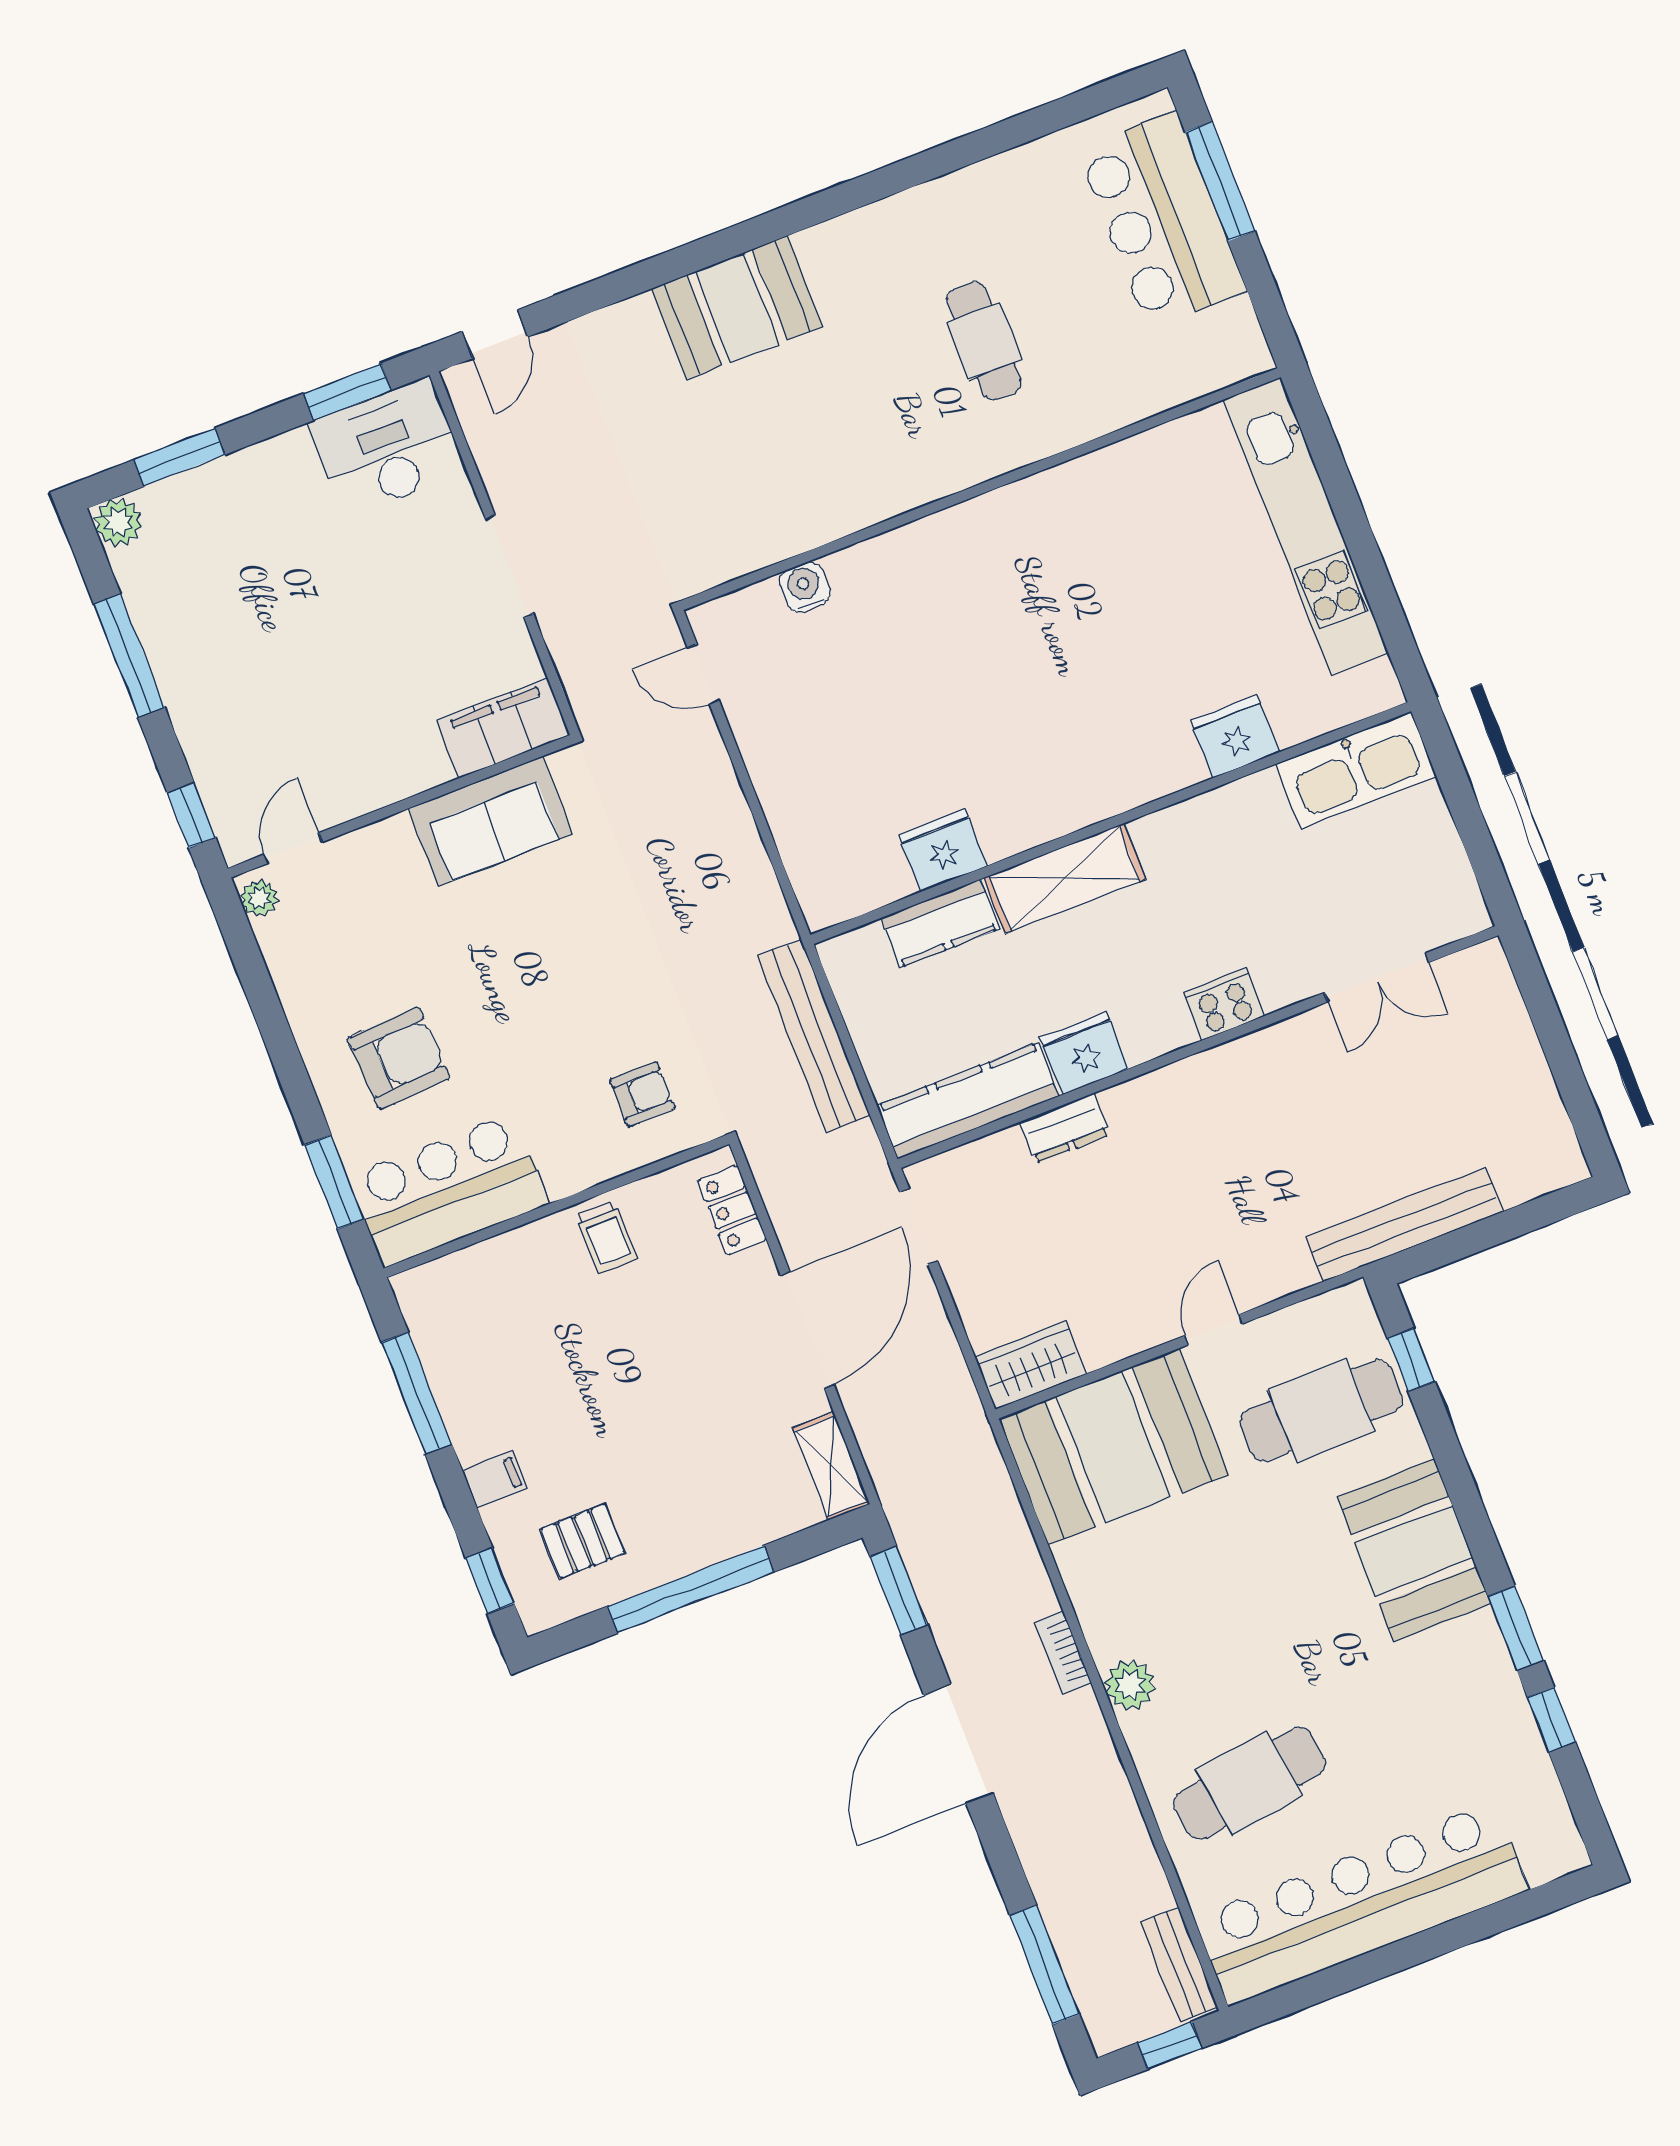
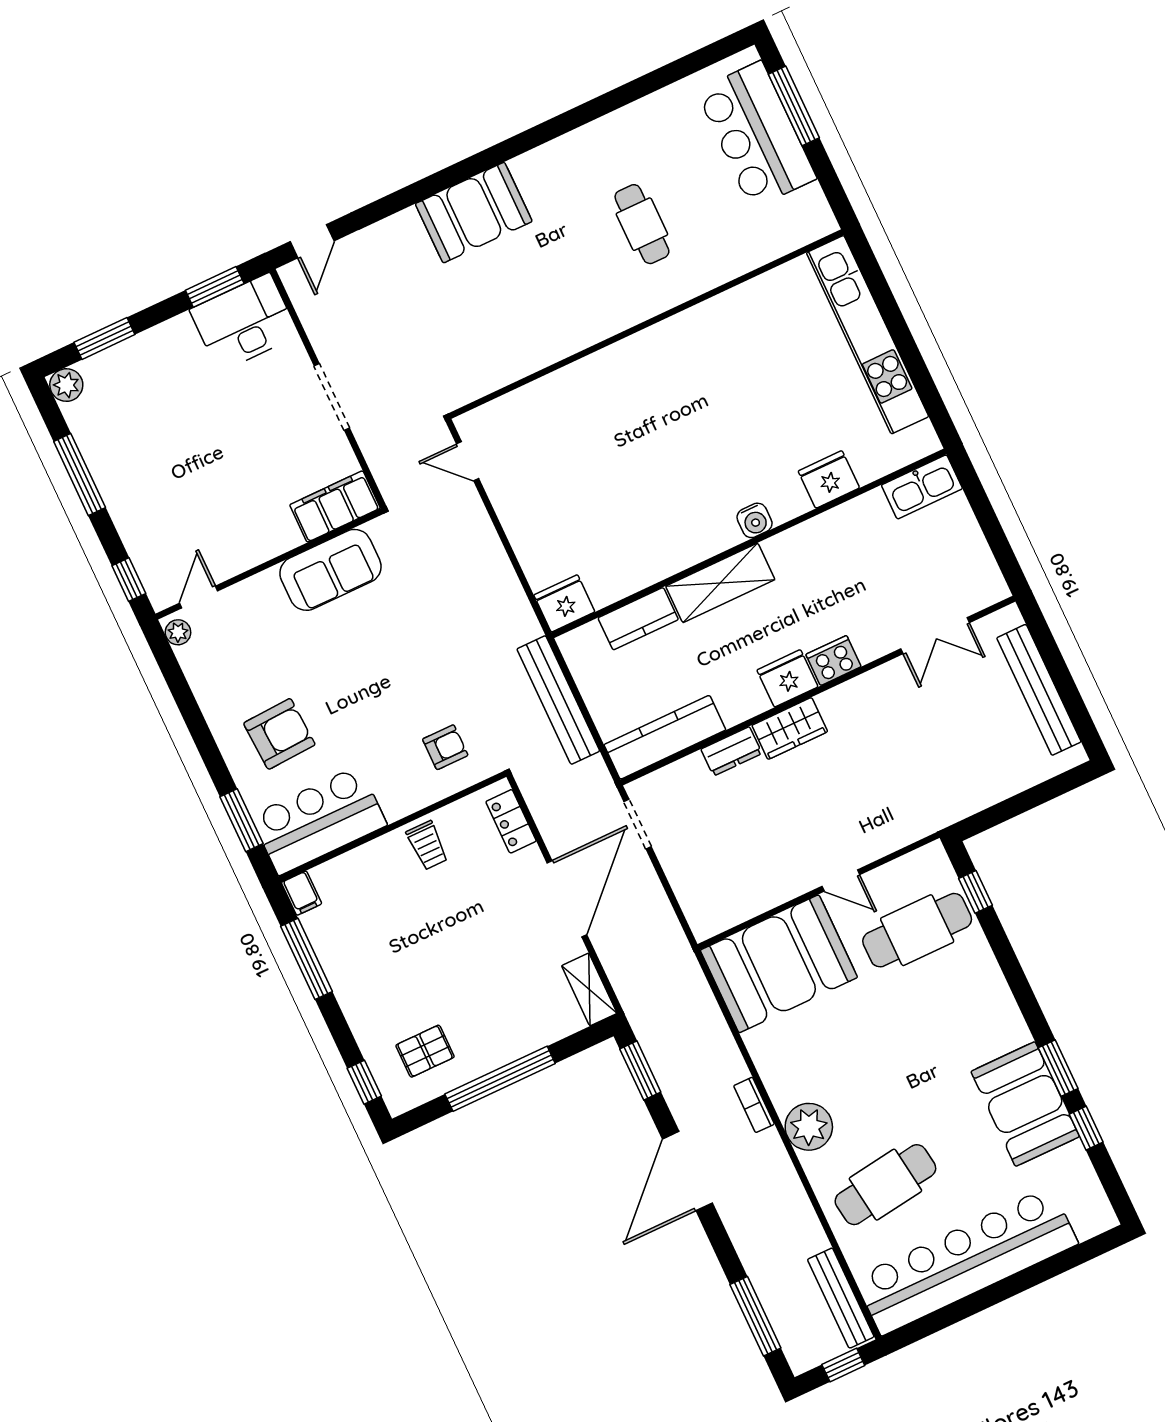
water cooler: (805, 587) -> (755, 520), moved, turned 180
kitchen sink: (1356, 770) -> (922, 487), width x0.73, depth x0.81
fridge: (943, 850) -> (564, 603), moved
fridge: (1084, 1053) -> (787, 678), moved
bench: (1405, 1224) -> (1039, 690), moved, turned 90
door: (1213, 1330) -> (841, 880), swing flipped
wardrobe: (1030, 1366) -> (790, 728), moved, turned 180
filing cabinet: (495, 1479) -> (302, 893), moved, turned 90
booth: (1414, 1550) -> (1025, 1104), moved
plant: (1130, 1685) -> (809, 1127), width x1.36, depth x1.36
bench: (1179, 1965) -> (841, 1298), width x1.36

